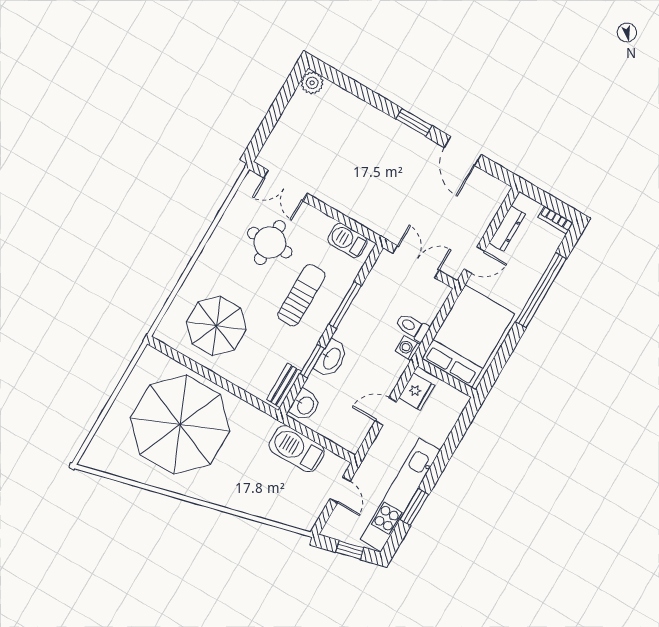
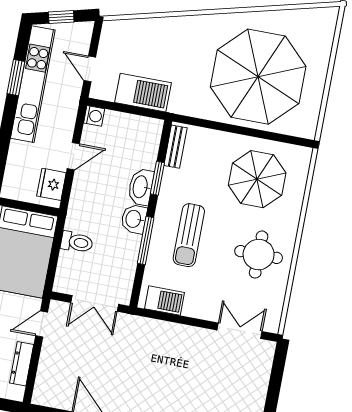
round table: (270, 243) -> (259, 255), moved
washing machine: (408, 348) -> (94, 116), moved
washbasin: (305, 405) -> (134, 219), moved

